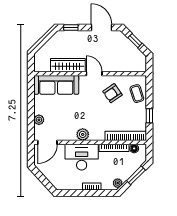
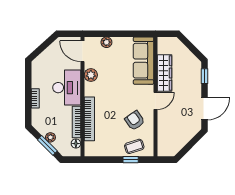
window: (135, 41) -> (191, 144), removed
window: (149, 116) -> (131, 160), moved
plant: (83, 134) -> (91, 75), moved
bookcase: (126, 136) -> (89, 119), moved
plant: (118, 183) -> (50, 137), moved

